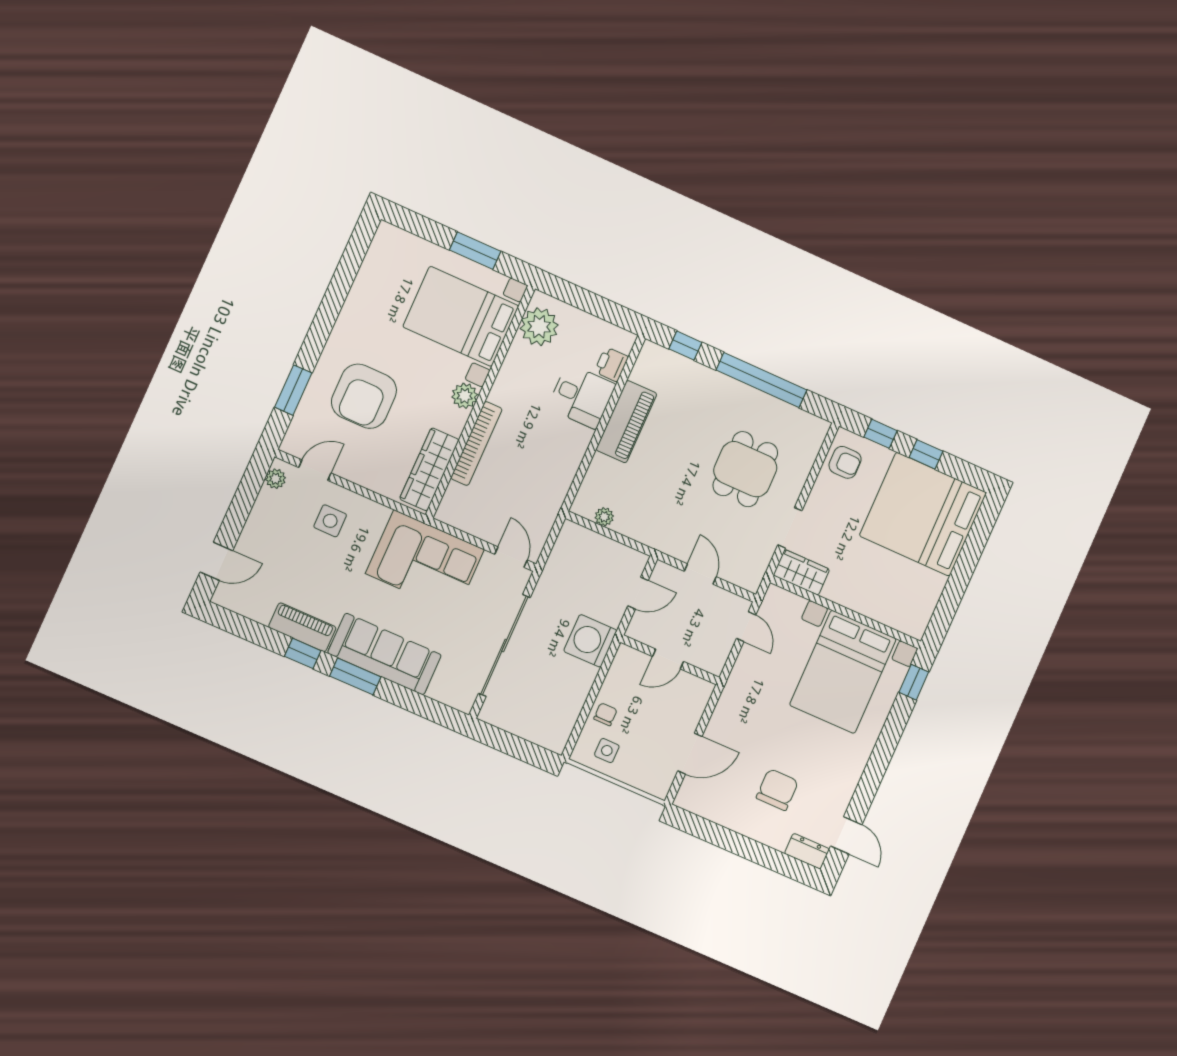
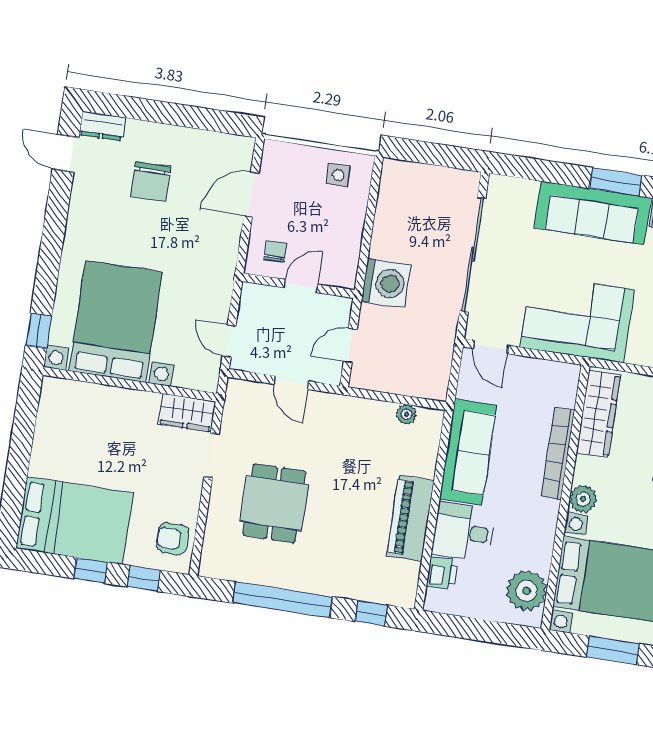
sofa: (557, 467) -> (468, 452), added
bed: (923, 514) -> (75, 521), width x0.73
chair: (605, 714) -> (276, 252), moved, turned 180

